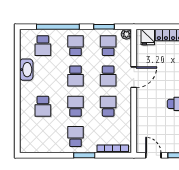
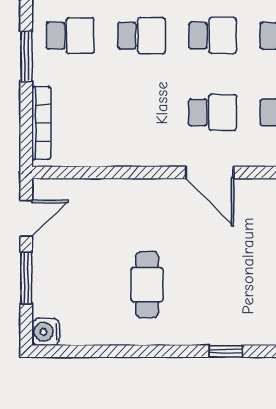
school desk: (76, 76) -> (213, 36), turned 180
school desk: (108, 76) -> (213, 112), turned 180
school desk: (108, 106) -> (141, 112), removed

